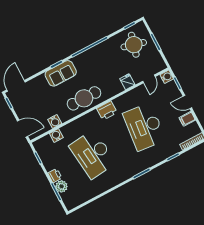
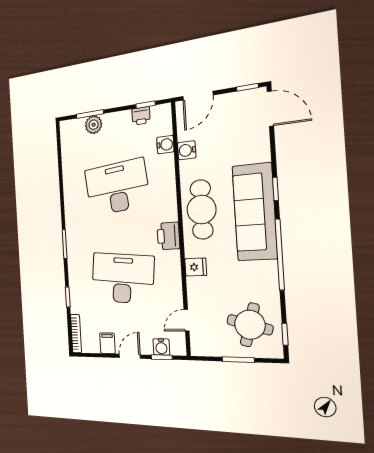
sofa: (61, 73) -> (255, 212), width x1.85, depth x1.27
water cooler: (167, 77) -> (161, 347), moved
door: (149, 79) -> (186, 320), hinge flipped
fridge: (127, 82) -> (196, 267), moved
printer: (55, 176) -> (141, 116), moved

